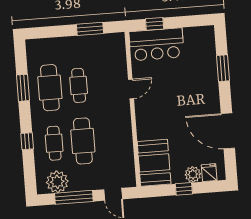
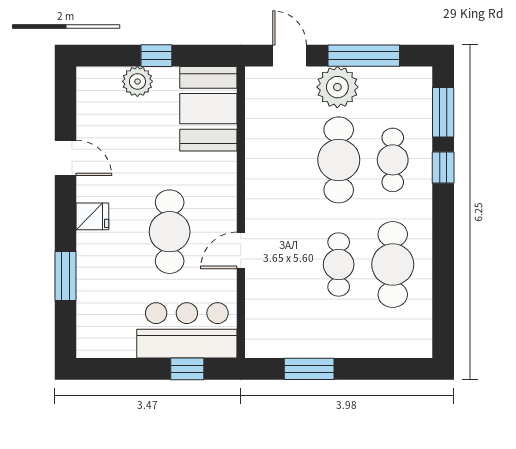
window: (23, 88) -> (443, 112), moved
cafe table: (170, 96) -> (170, 232), added
door: (228, 131) -> (66, 158), width x0.53
fridge: (209, 173) -> (92, 216), moved, turned -90
plant: (57, 182) -> (337, 87), moved

